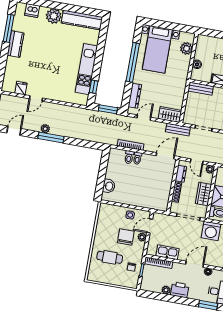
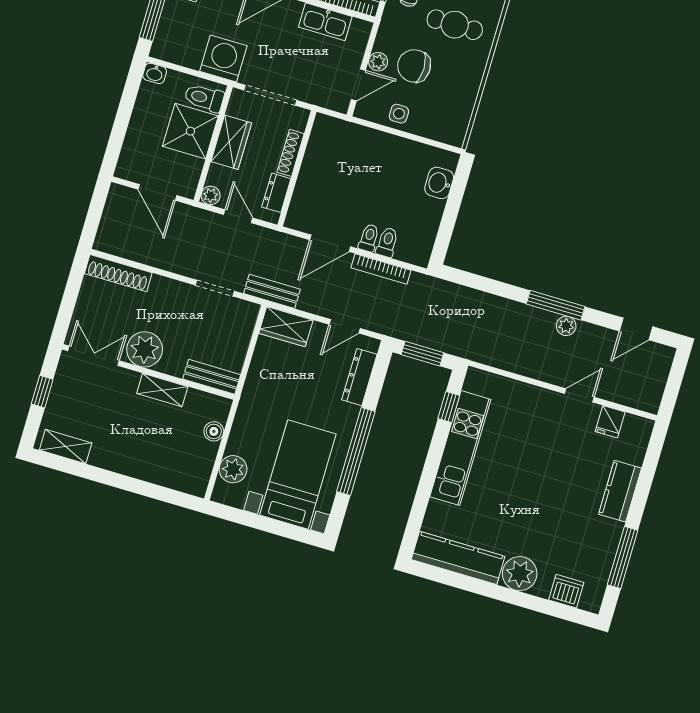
kitchen counter: (16, 44) -> (620, 491), moved
door: (165, 156) -> (330, 243), moved
chair: (126, 237) -> (414, 66), turned 90

